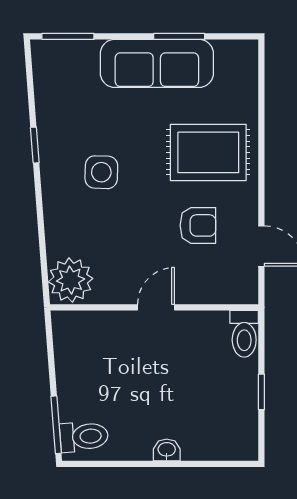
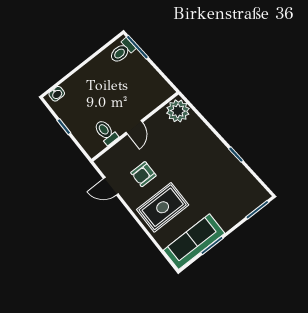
sofa: (157, 63) -> (194, 242), moved
side table: (101, 172) -> (200, 165), removed
toilet: (244, 334) -> (106, 132), moved
washbasin: (167, 450) -> (57, 94), moved

